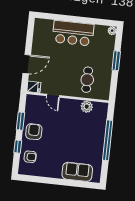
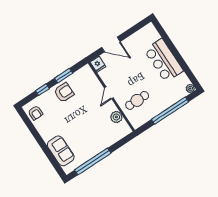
window: (116, 61) -> (170, 111), width x2.11
door: (53, 96) -> (109, 93), moved
window: (108, 140) -> (93, 161), moved
armchair: (30, 157) -> (35, 113), moved

